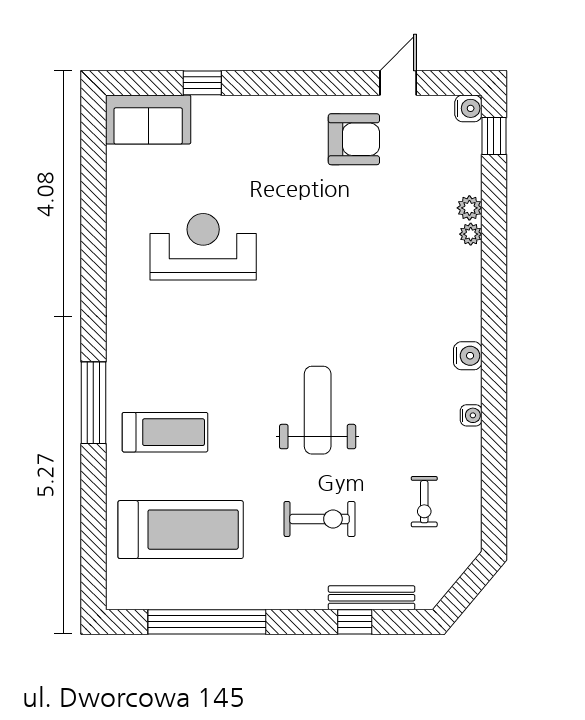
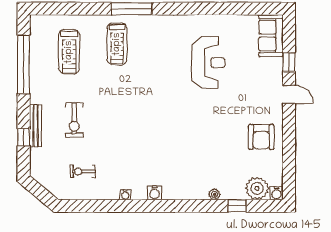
door: (398, 83) -> (289, 94), moved
window: (494, 136) -> (237, 206), moved
plant: (469, 208) -> (257, 188), moved, width x1.88, depth x1.88
weight bench: (318, 410) -> (128, 119), removed
treadmill: (181, 530) -> (69, 52), width x0.73, depth x0.73
bench: (372, 598) -> (35, 126), moved

